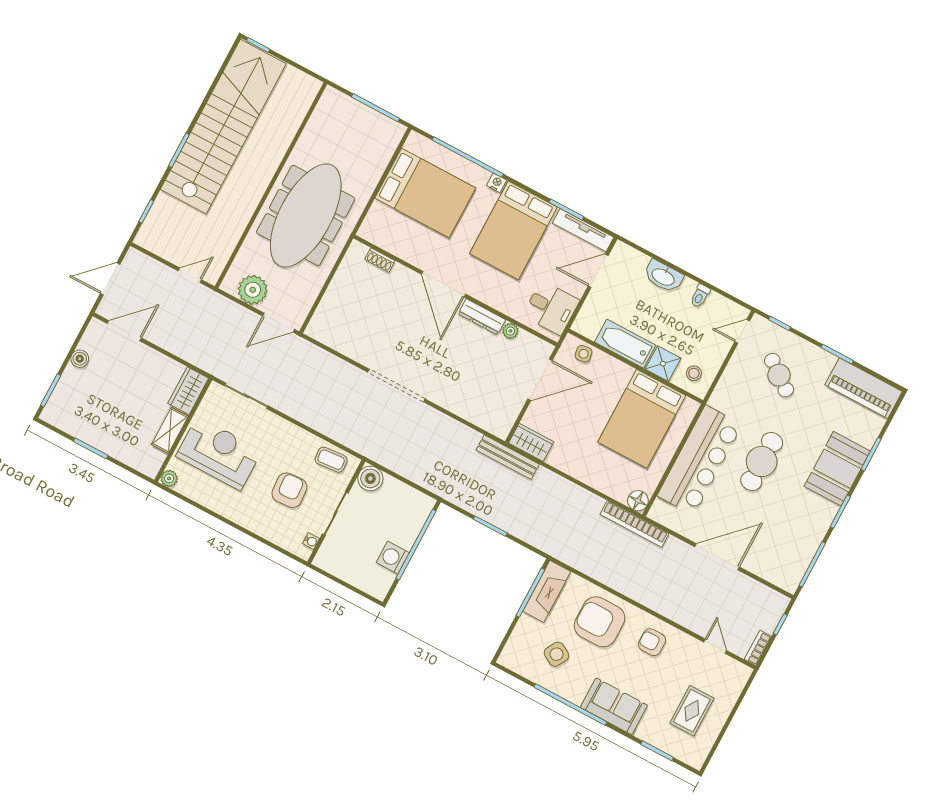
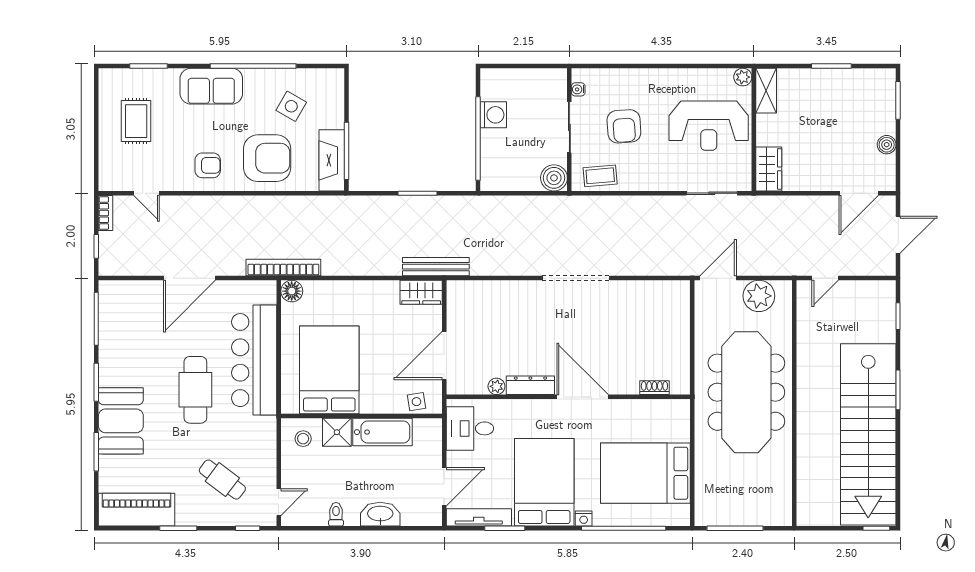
shelving: (170, 430) -> (766, 91), moved

